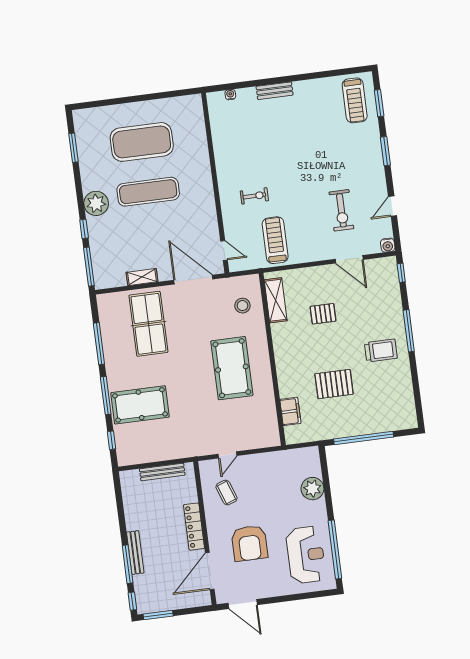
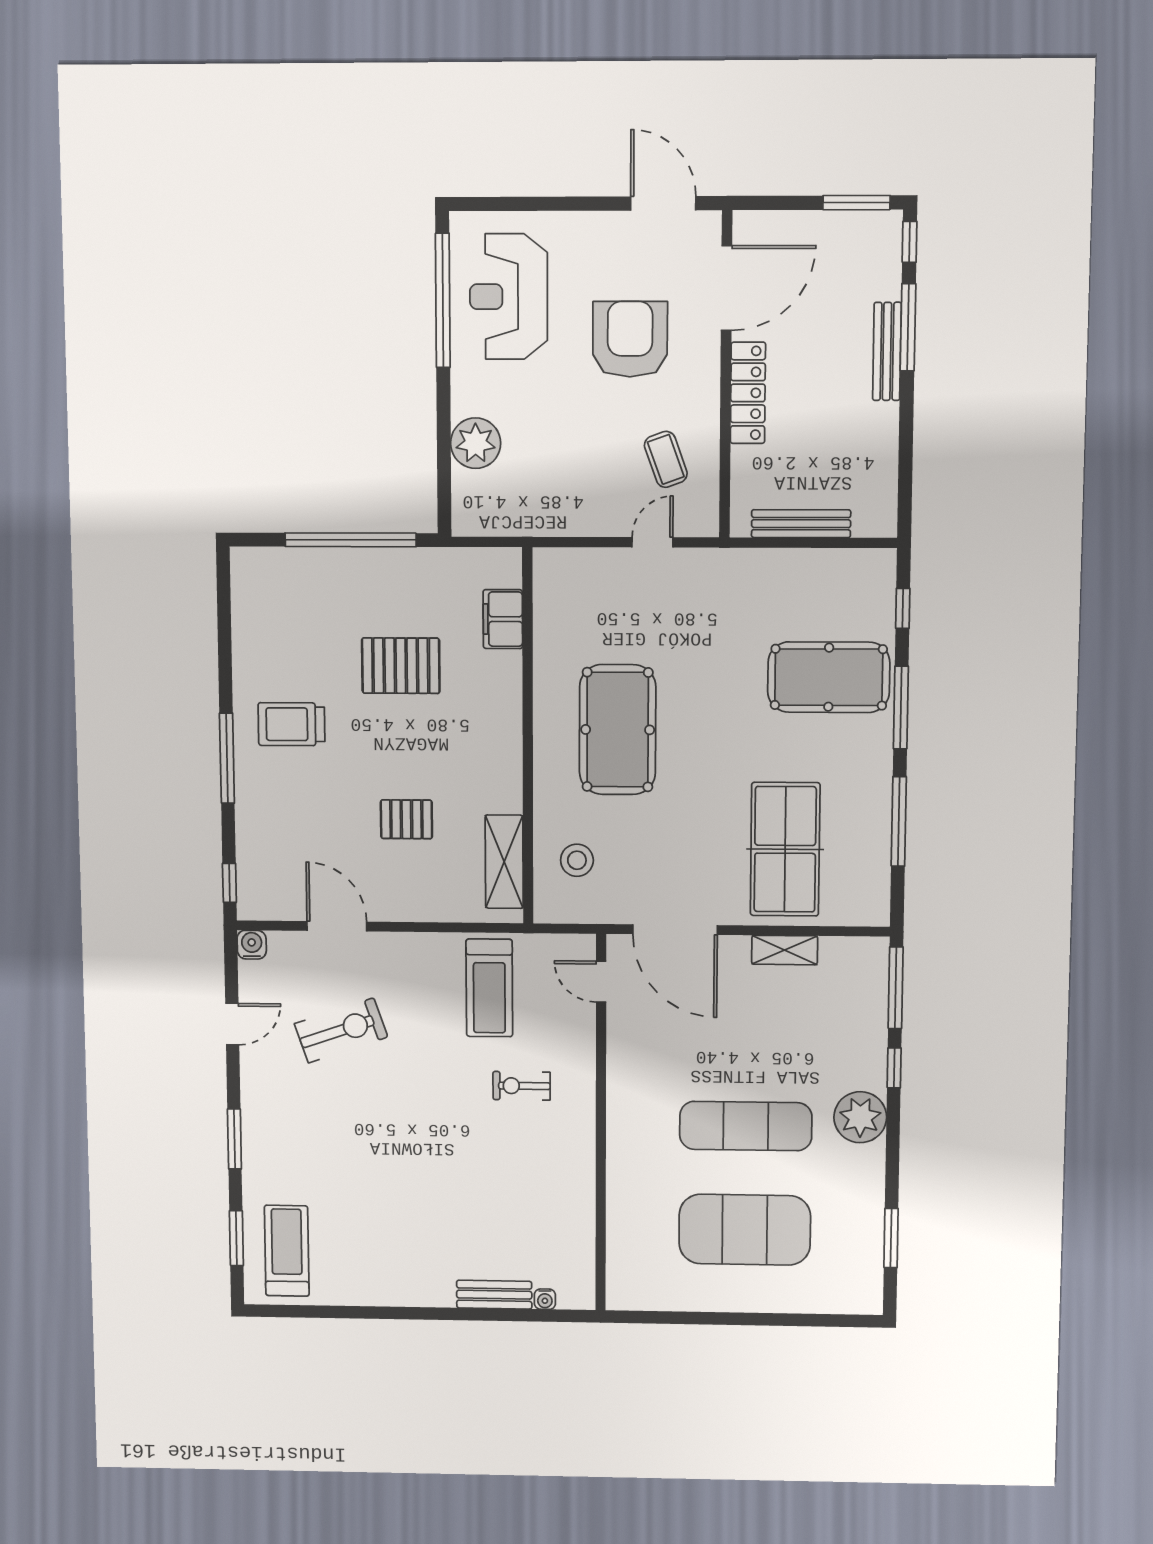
bench: (275, 91) -> (494, 1295), moved
exercise bike: (341, 210) -> (341, 1030), turned 71

